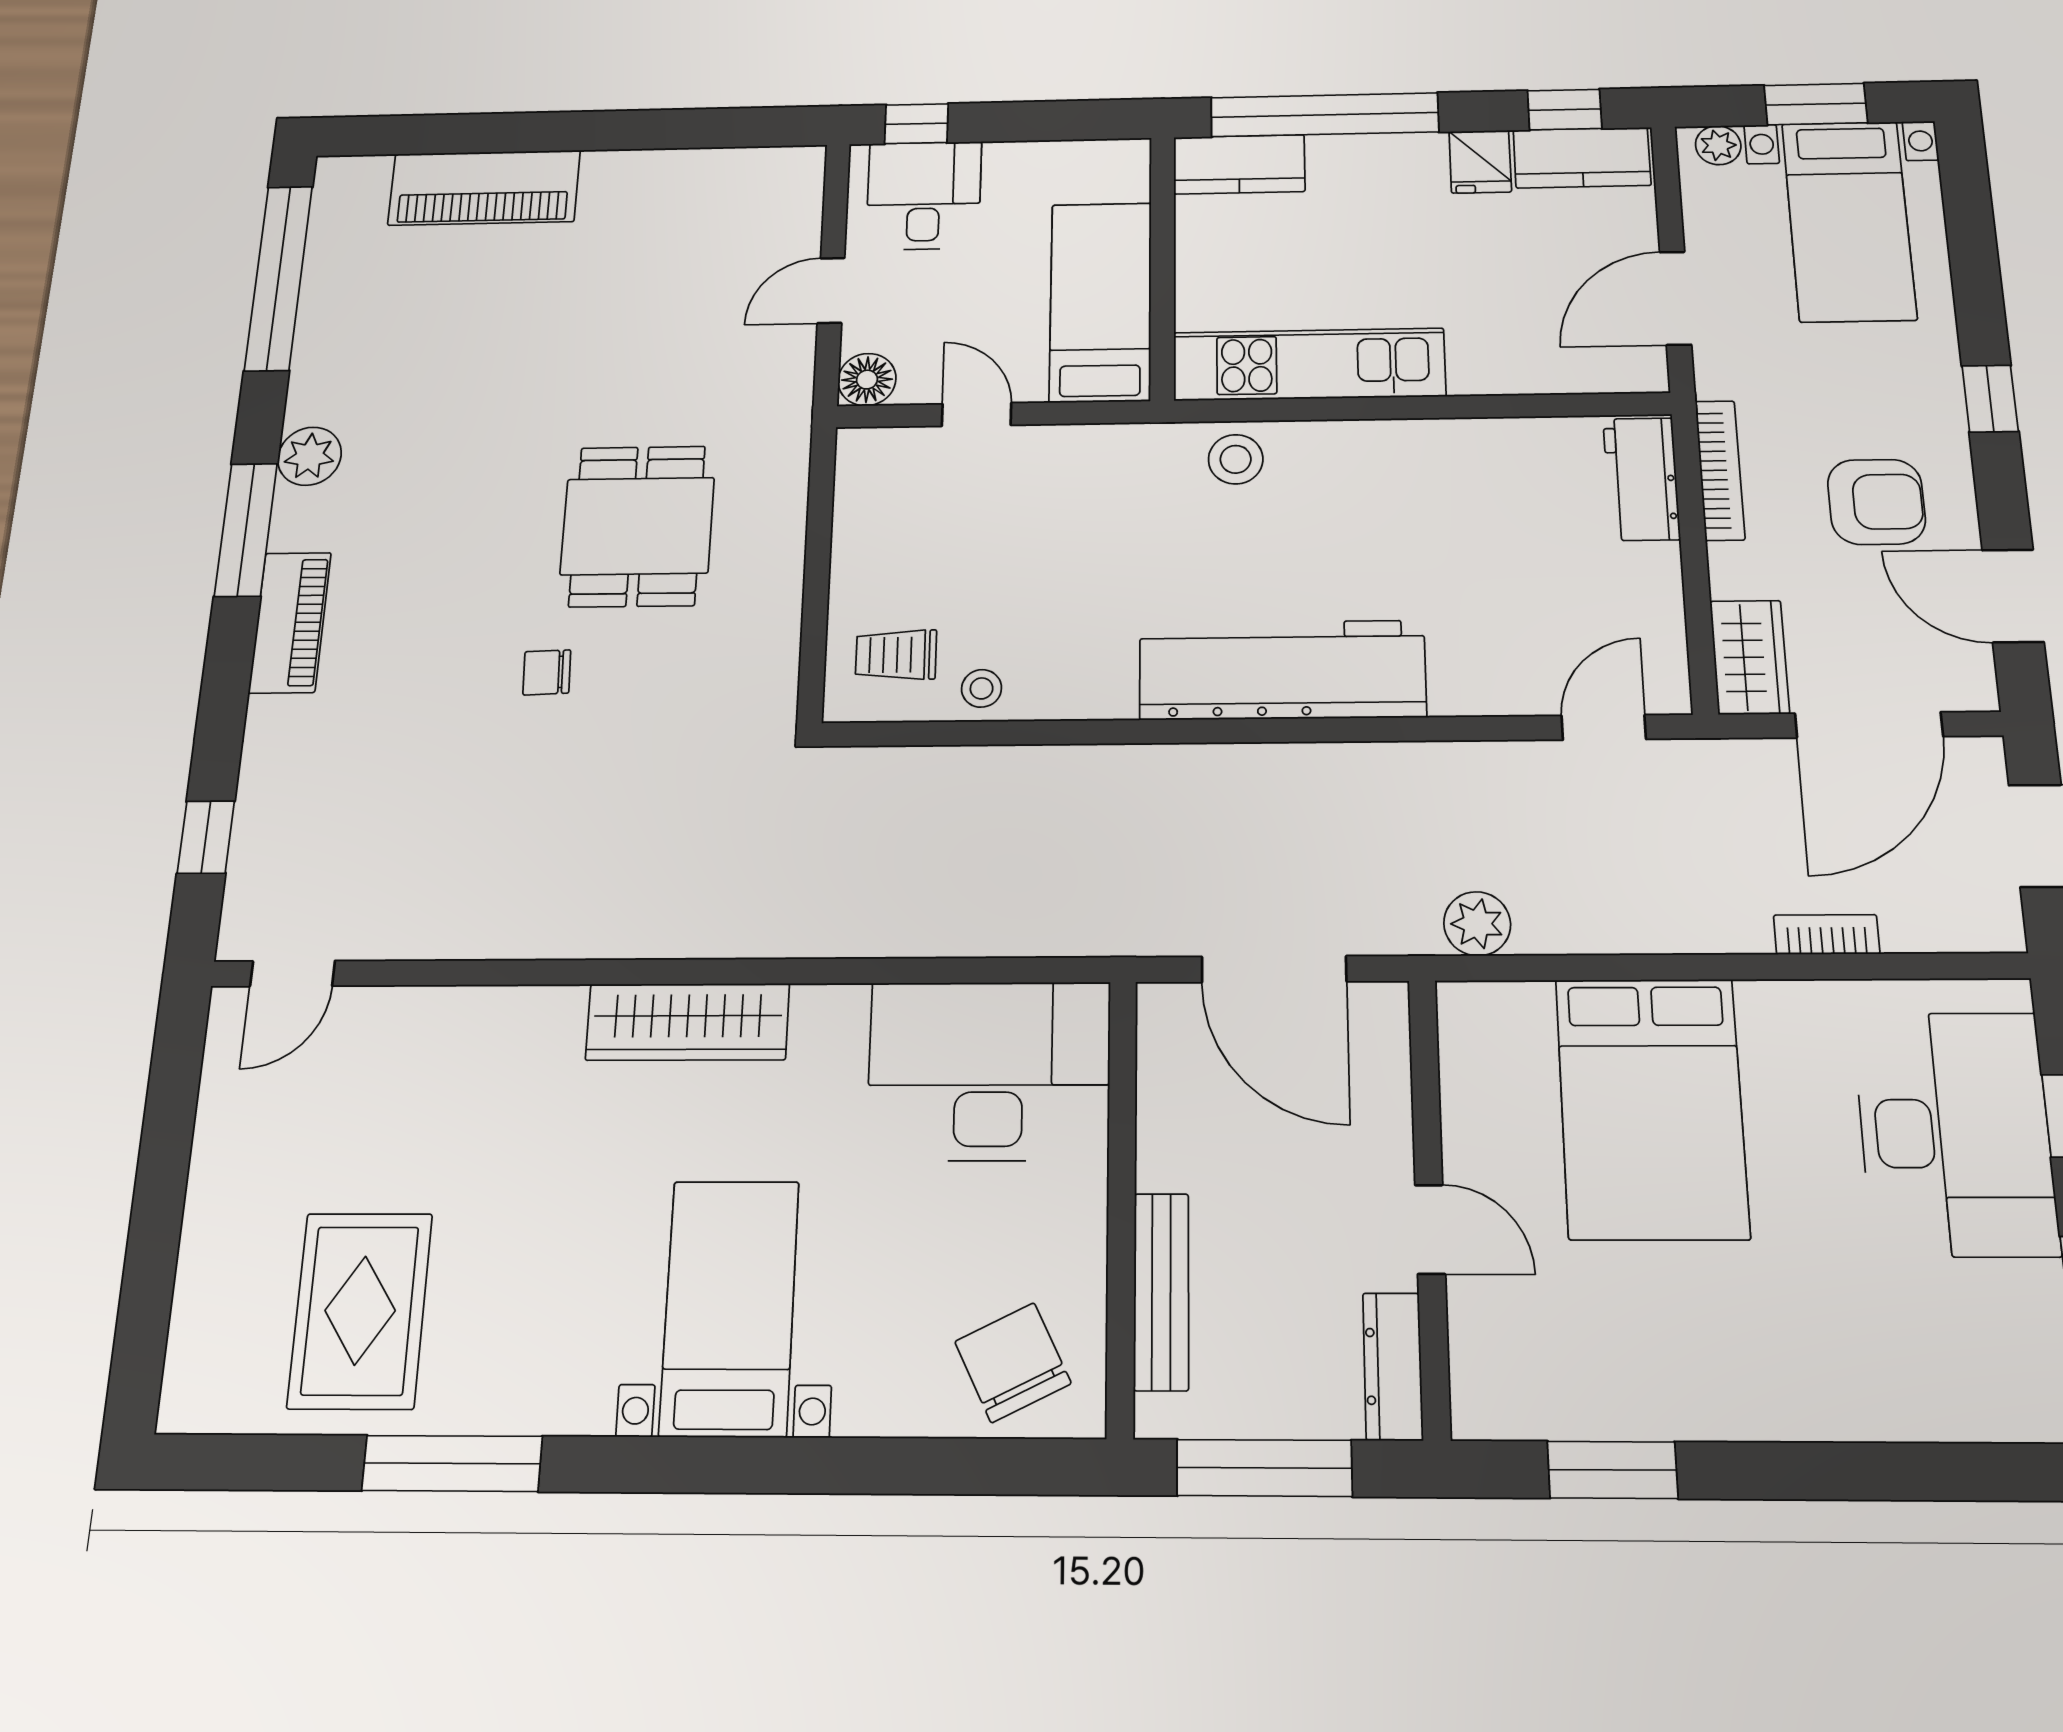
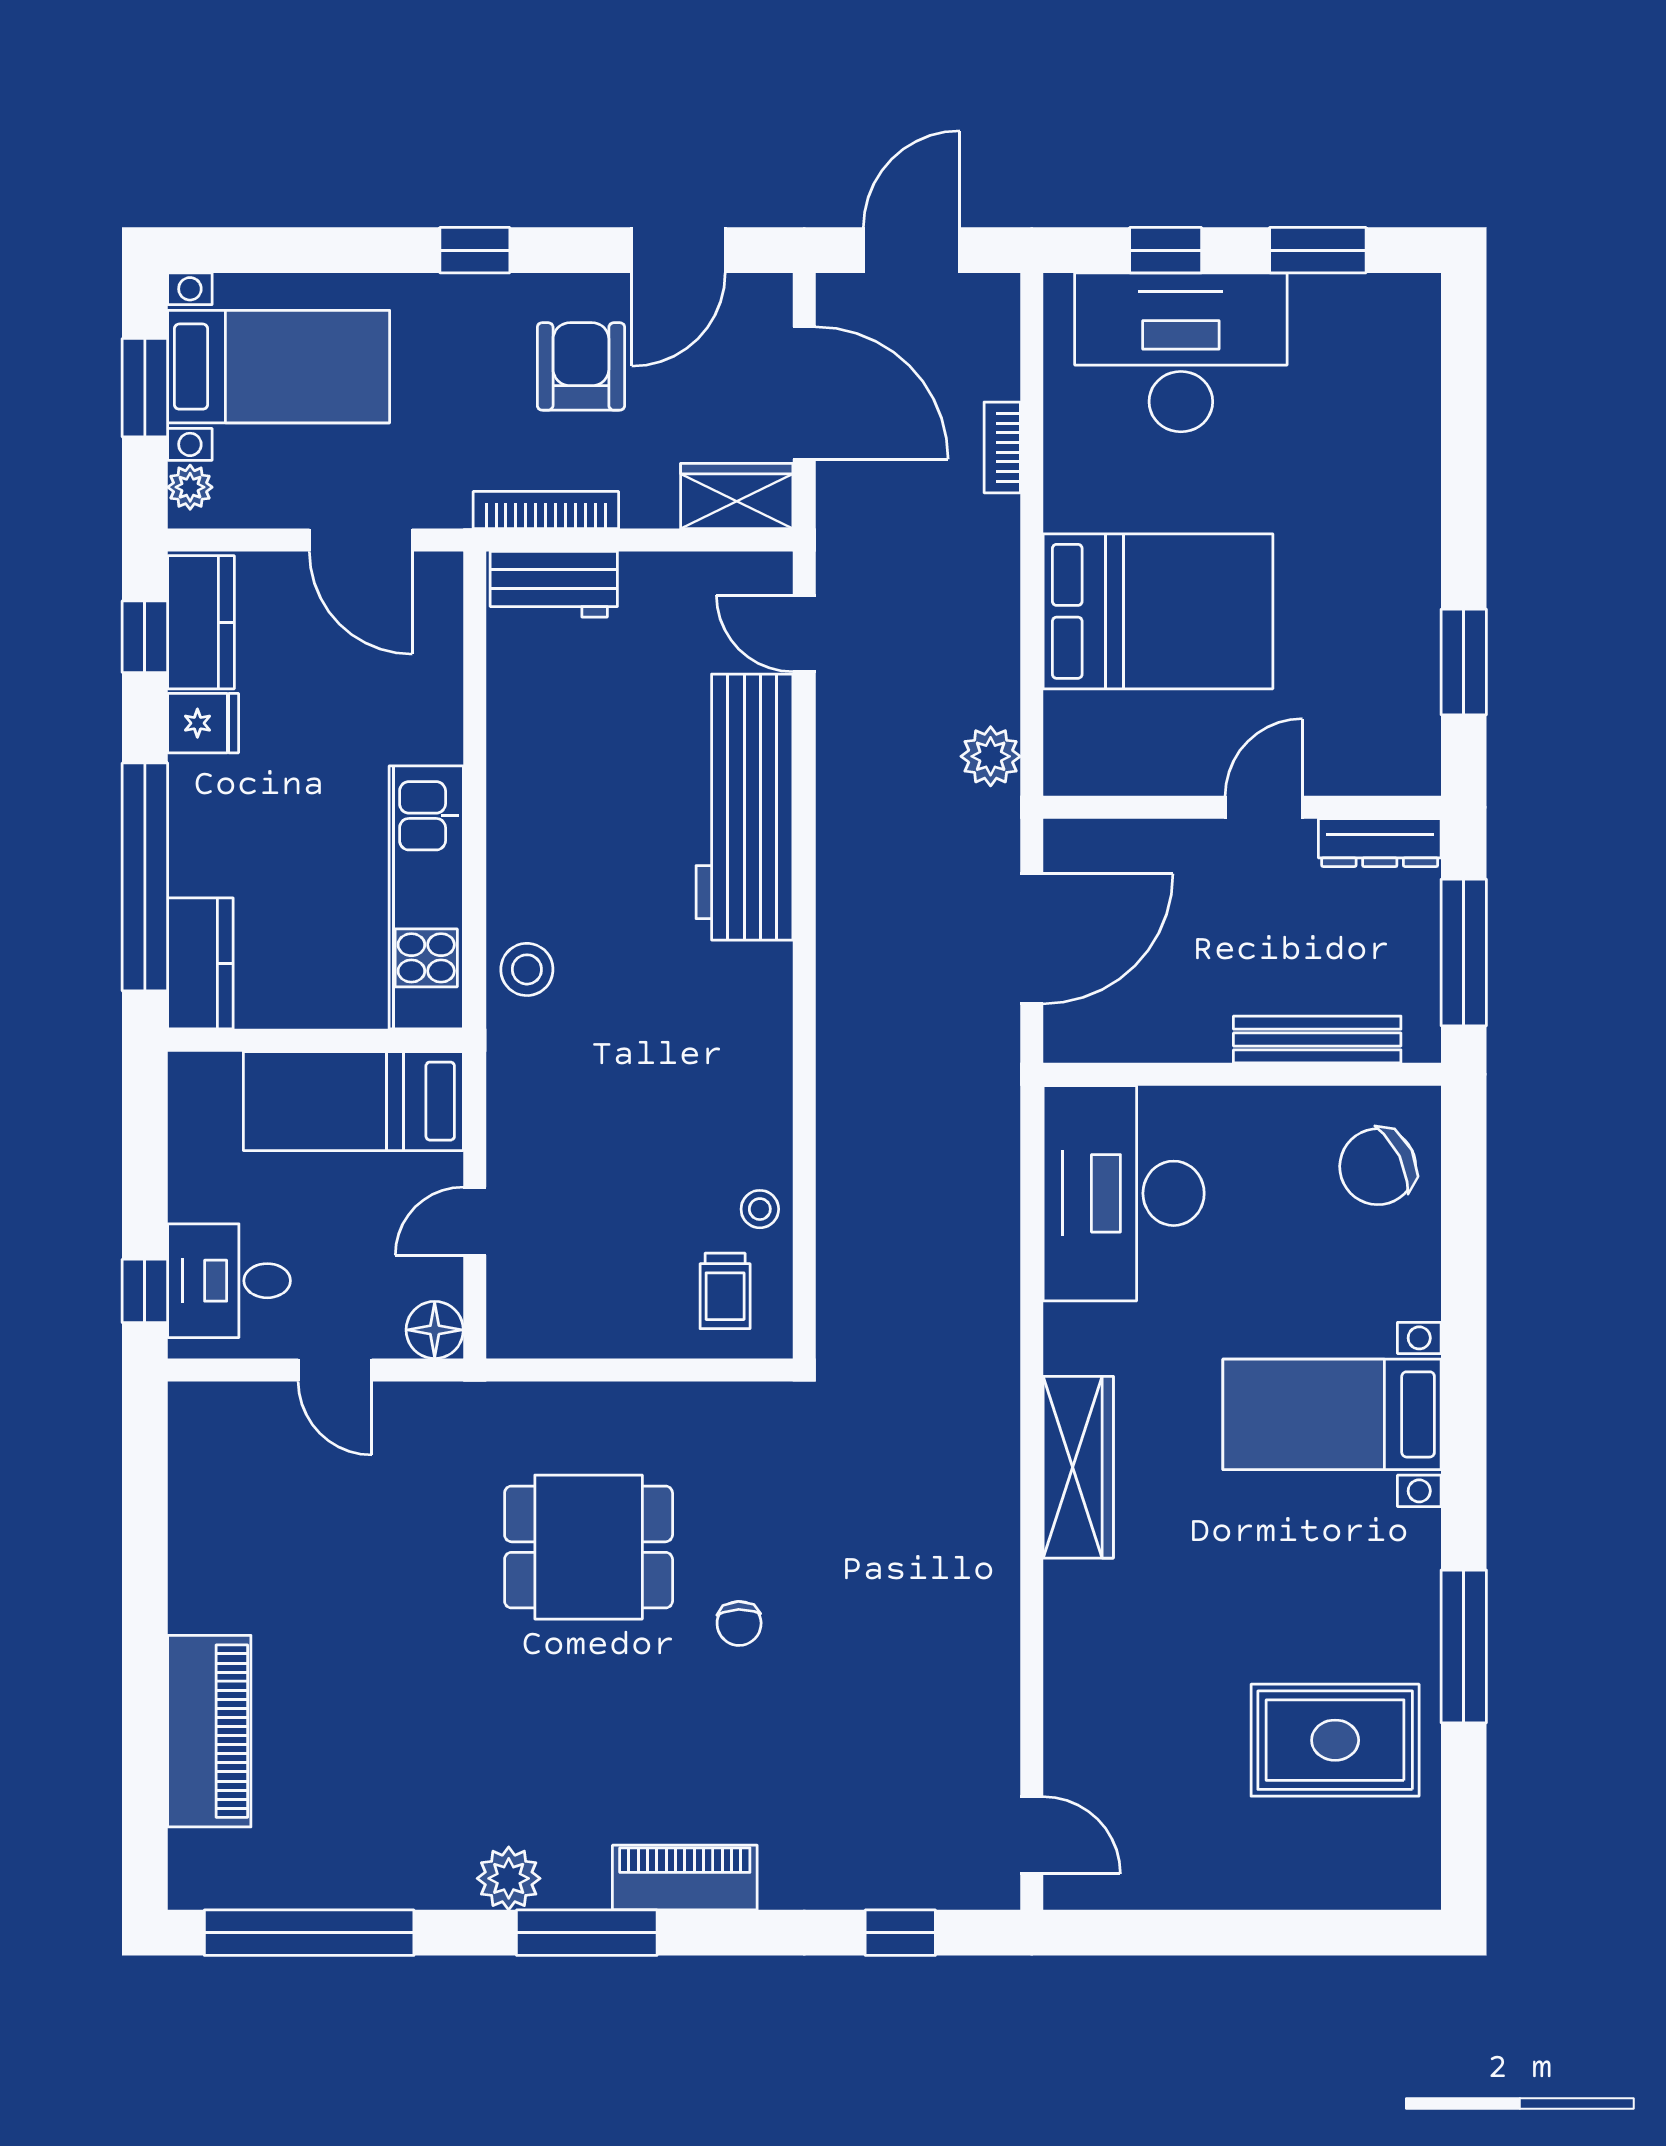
workbench: (1282, 670) -> (745, 807), moved

